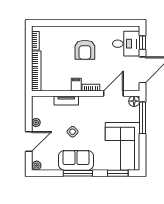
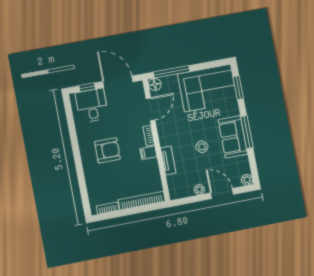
door: (113, 93) -> (151, 109), swing flipped

